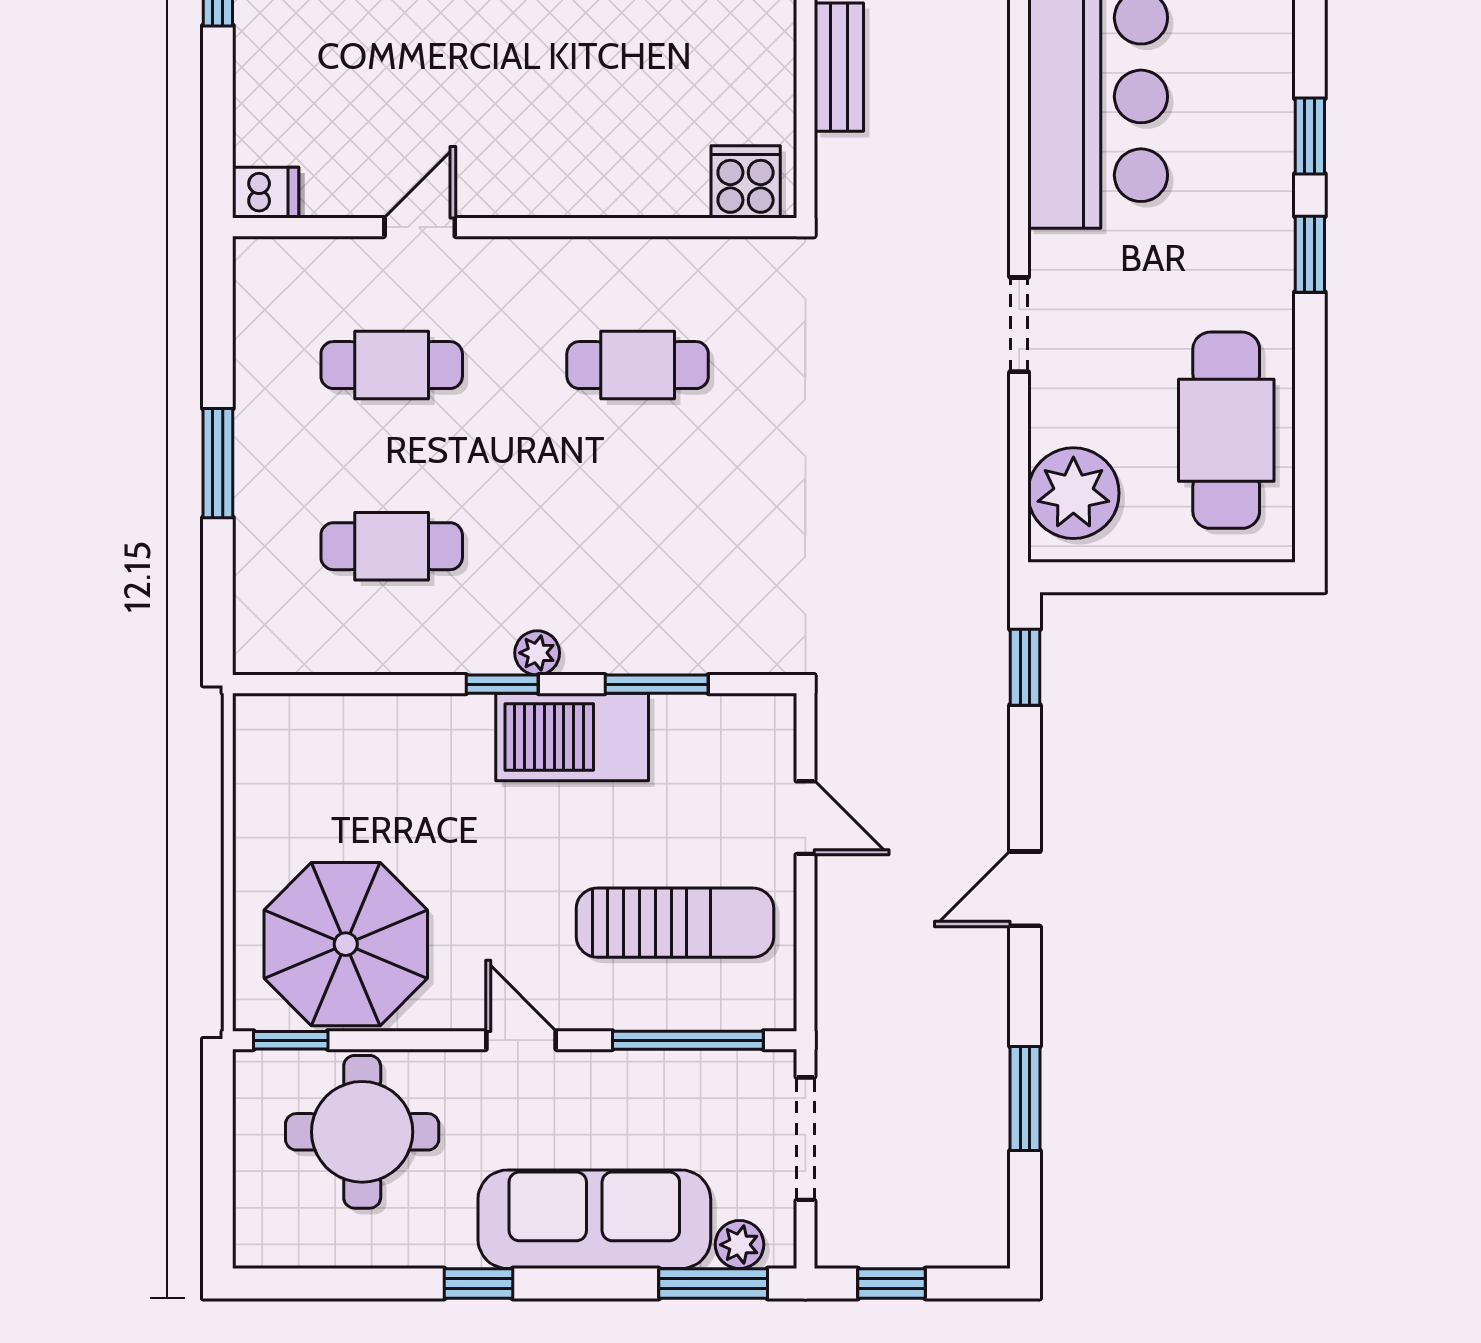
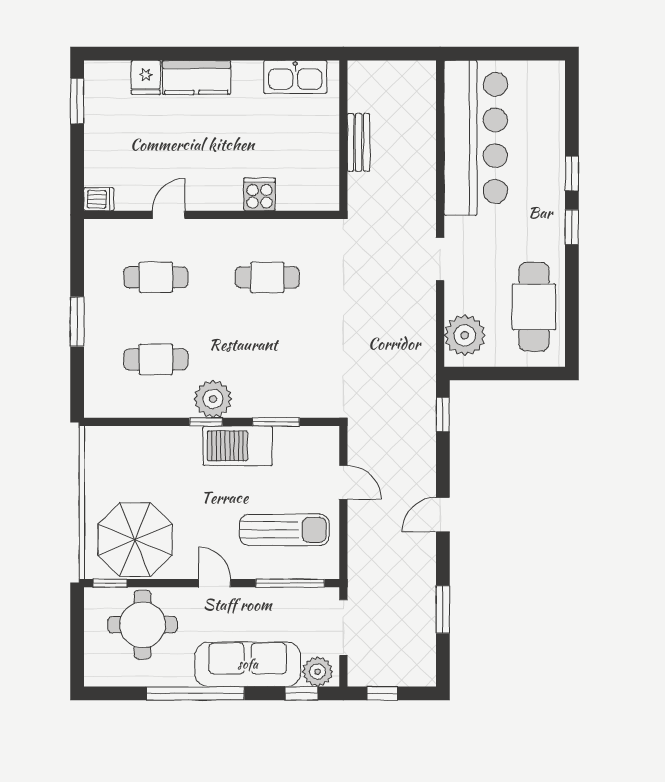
cooker: (746, 182) -> (260, 194), moved
plant: (537, 653) -> (213, 399), width x1.87, depth x1.87
plant: (739, 1245) -> (318, 672), width x1.38, depth x1.38
window: (478, 1284) -> (195, 693), width x3.17
window: (713, 1284) -> (302, 693), width x0.67

